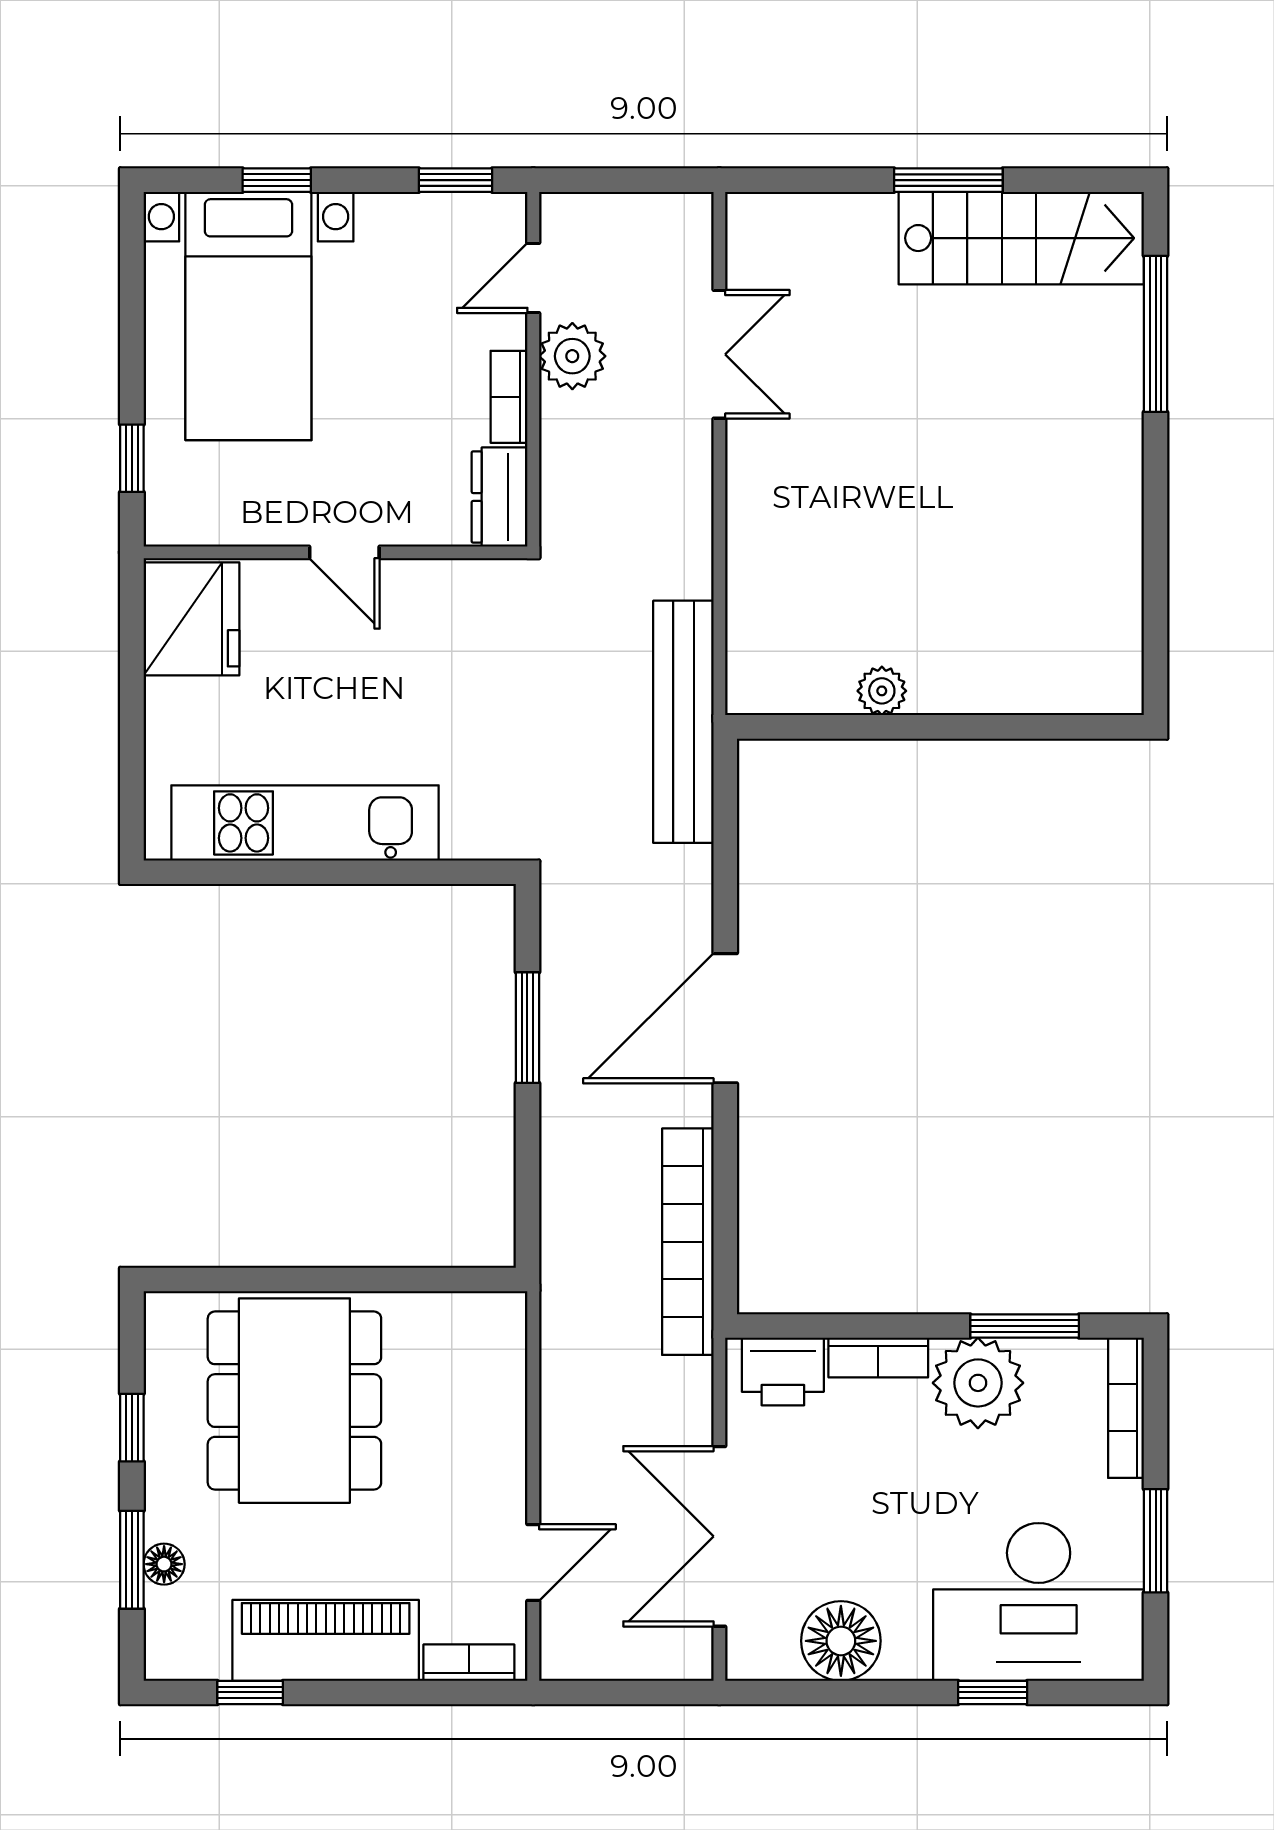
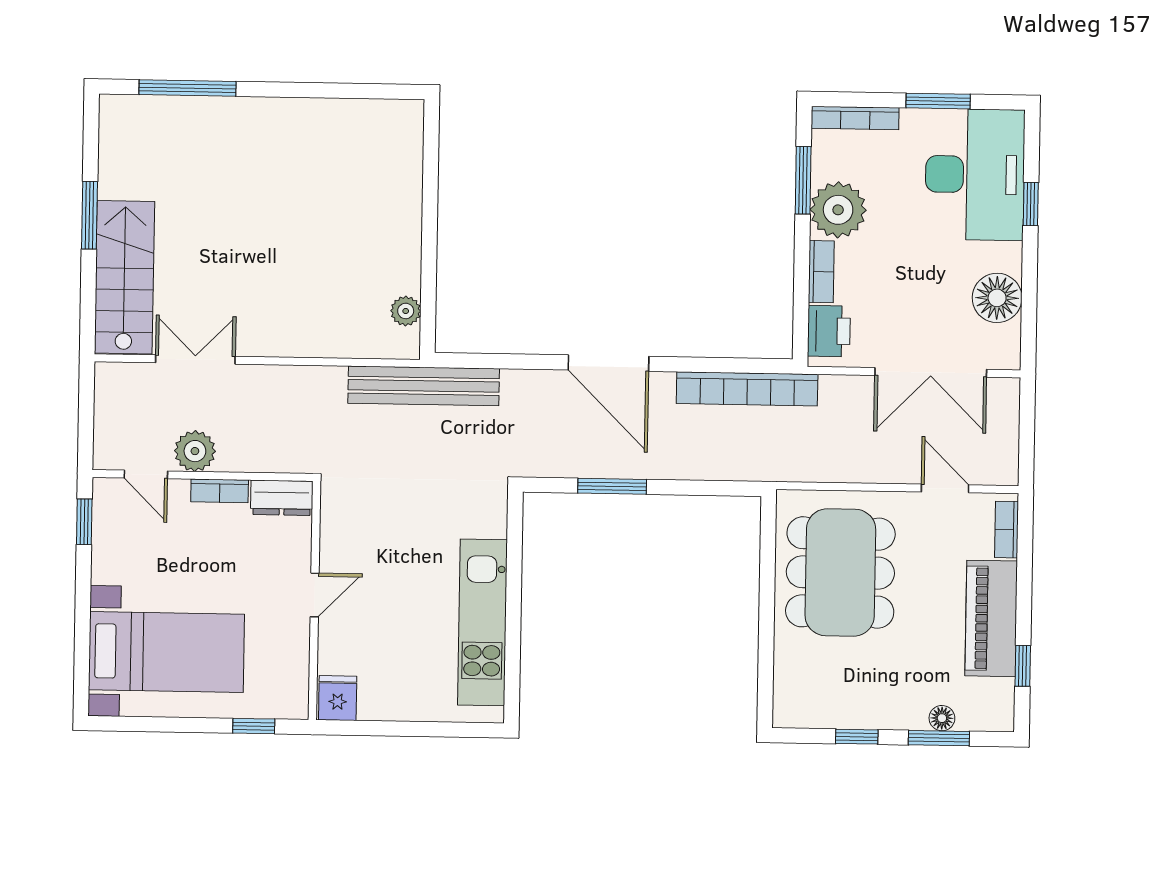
window: (277, 180) -> (82, 633), removed
stairs: (1021, 238) -> (124, 277), moved
fridge: (191, 619) -> (338, 698), width x0.53, depth x0.75
plant: (882, 691) -> (406, 311), moved
dining table: (294, 1401) -> (840, 572), moved, turned 90

